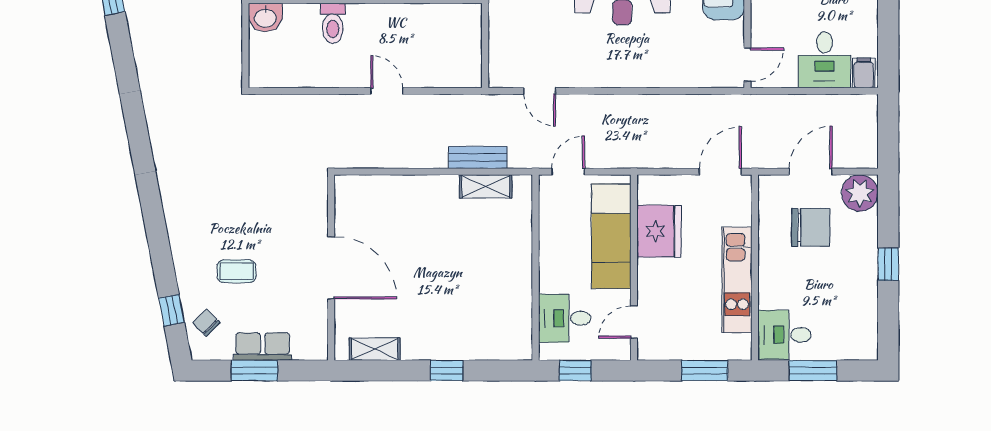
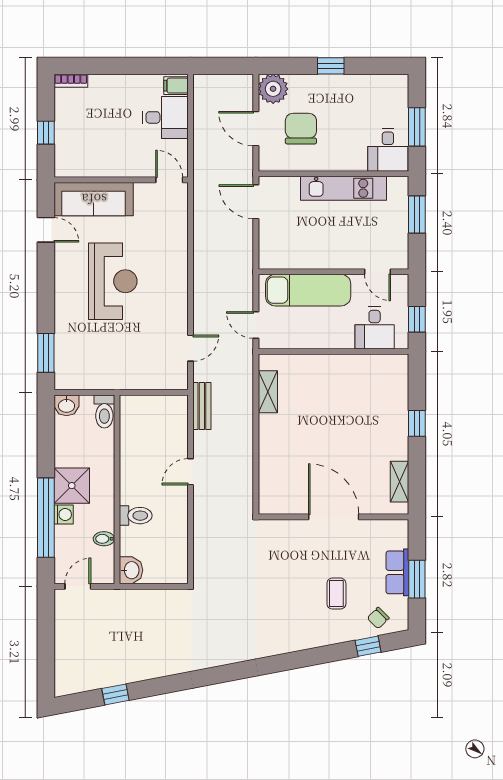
bench: (478, 158) -> (202, 406), moved
fridge: (659, 231) -> (304, 251), removed
door: (331, 268) -> (334, 517), hinge flipped

